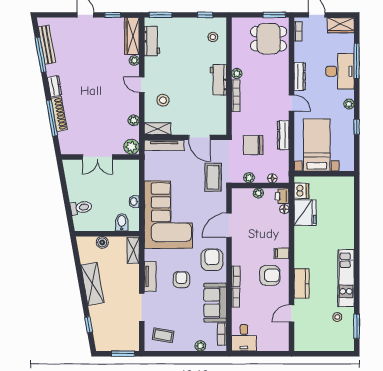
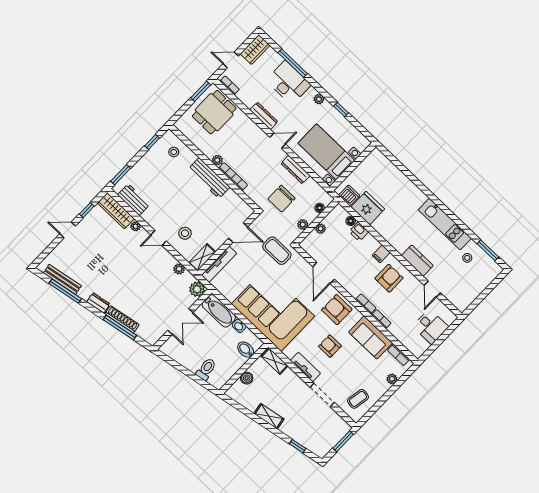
workbench: (218, 80) -> (209, 178), width x1.38
bathtub: (131, 177) -> (219, 311), added
printer: (282, 196) -> (359, 232), moved
shelving: (92, 284) -> (269, 416), width x0.67, depth x0.75
desk: (244, 338) -> (431, 327), moved

